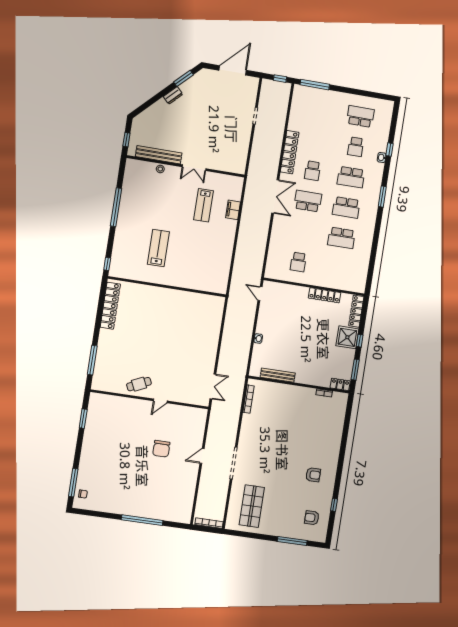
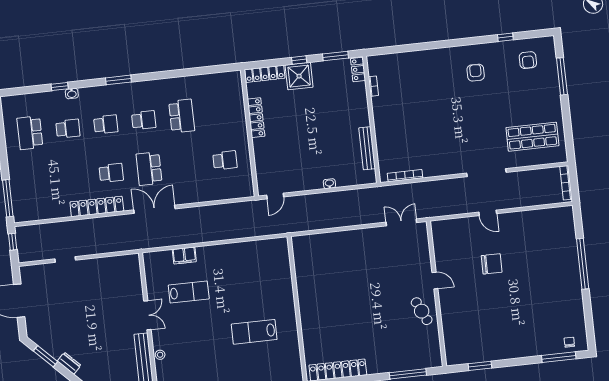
school desk: (351, 177) -> (106, 124), width x0.54
school desk: (346, 207) -> (144, 120), width x0.54

